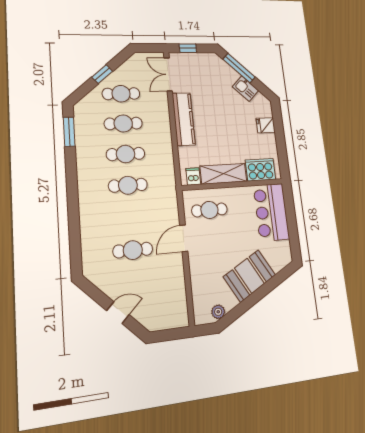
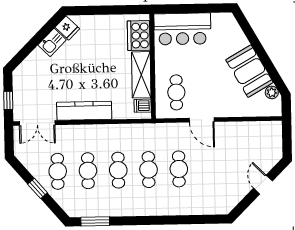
window: (239, 68) -> (29, 47), removed
fridge: (266, 125) -> (67, 28), moved, turned -45
cafe table: (133, 250) -> (179, 169), moved
booth: (249, 276) -> (250, 71), moved

